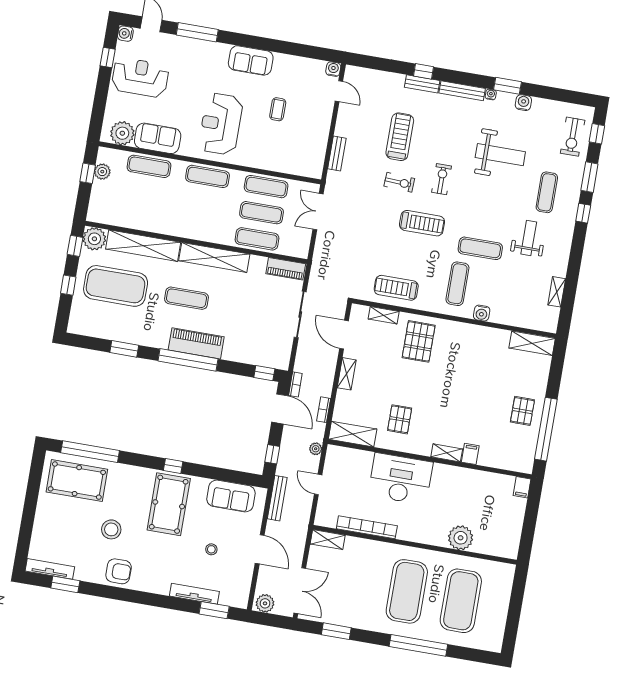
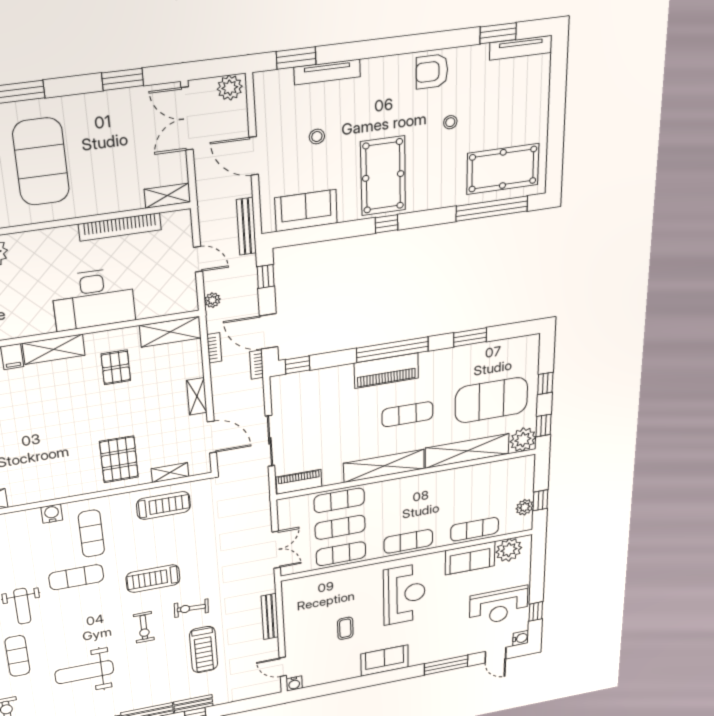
bench: (337, 154) -> (270, 617), width x1.36
shelving: (447, 453) -> (54, 349), width x1.50, depth x1.33
stool: (111, 529) -> (450, 122), width x0.53, depth x0.53

